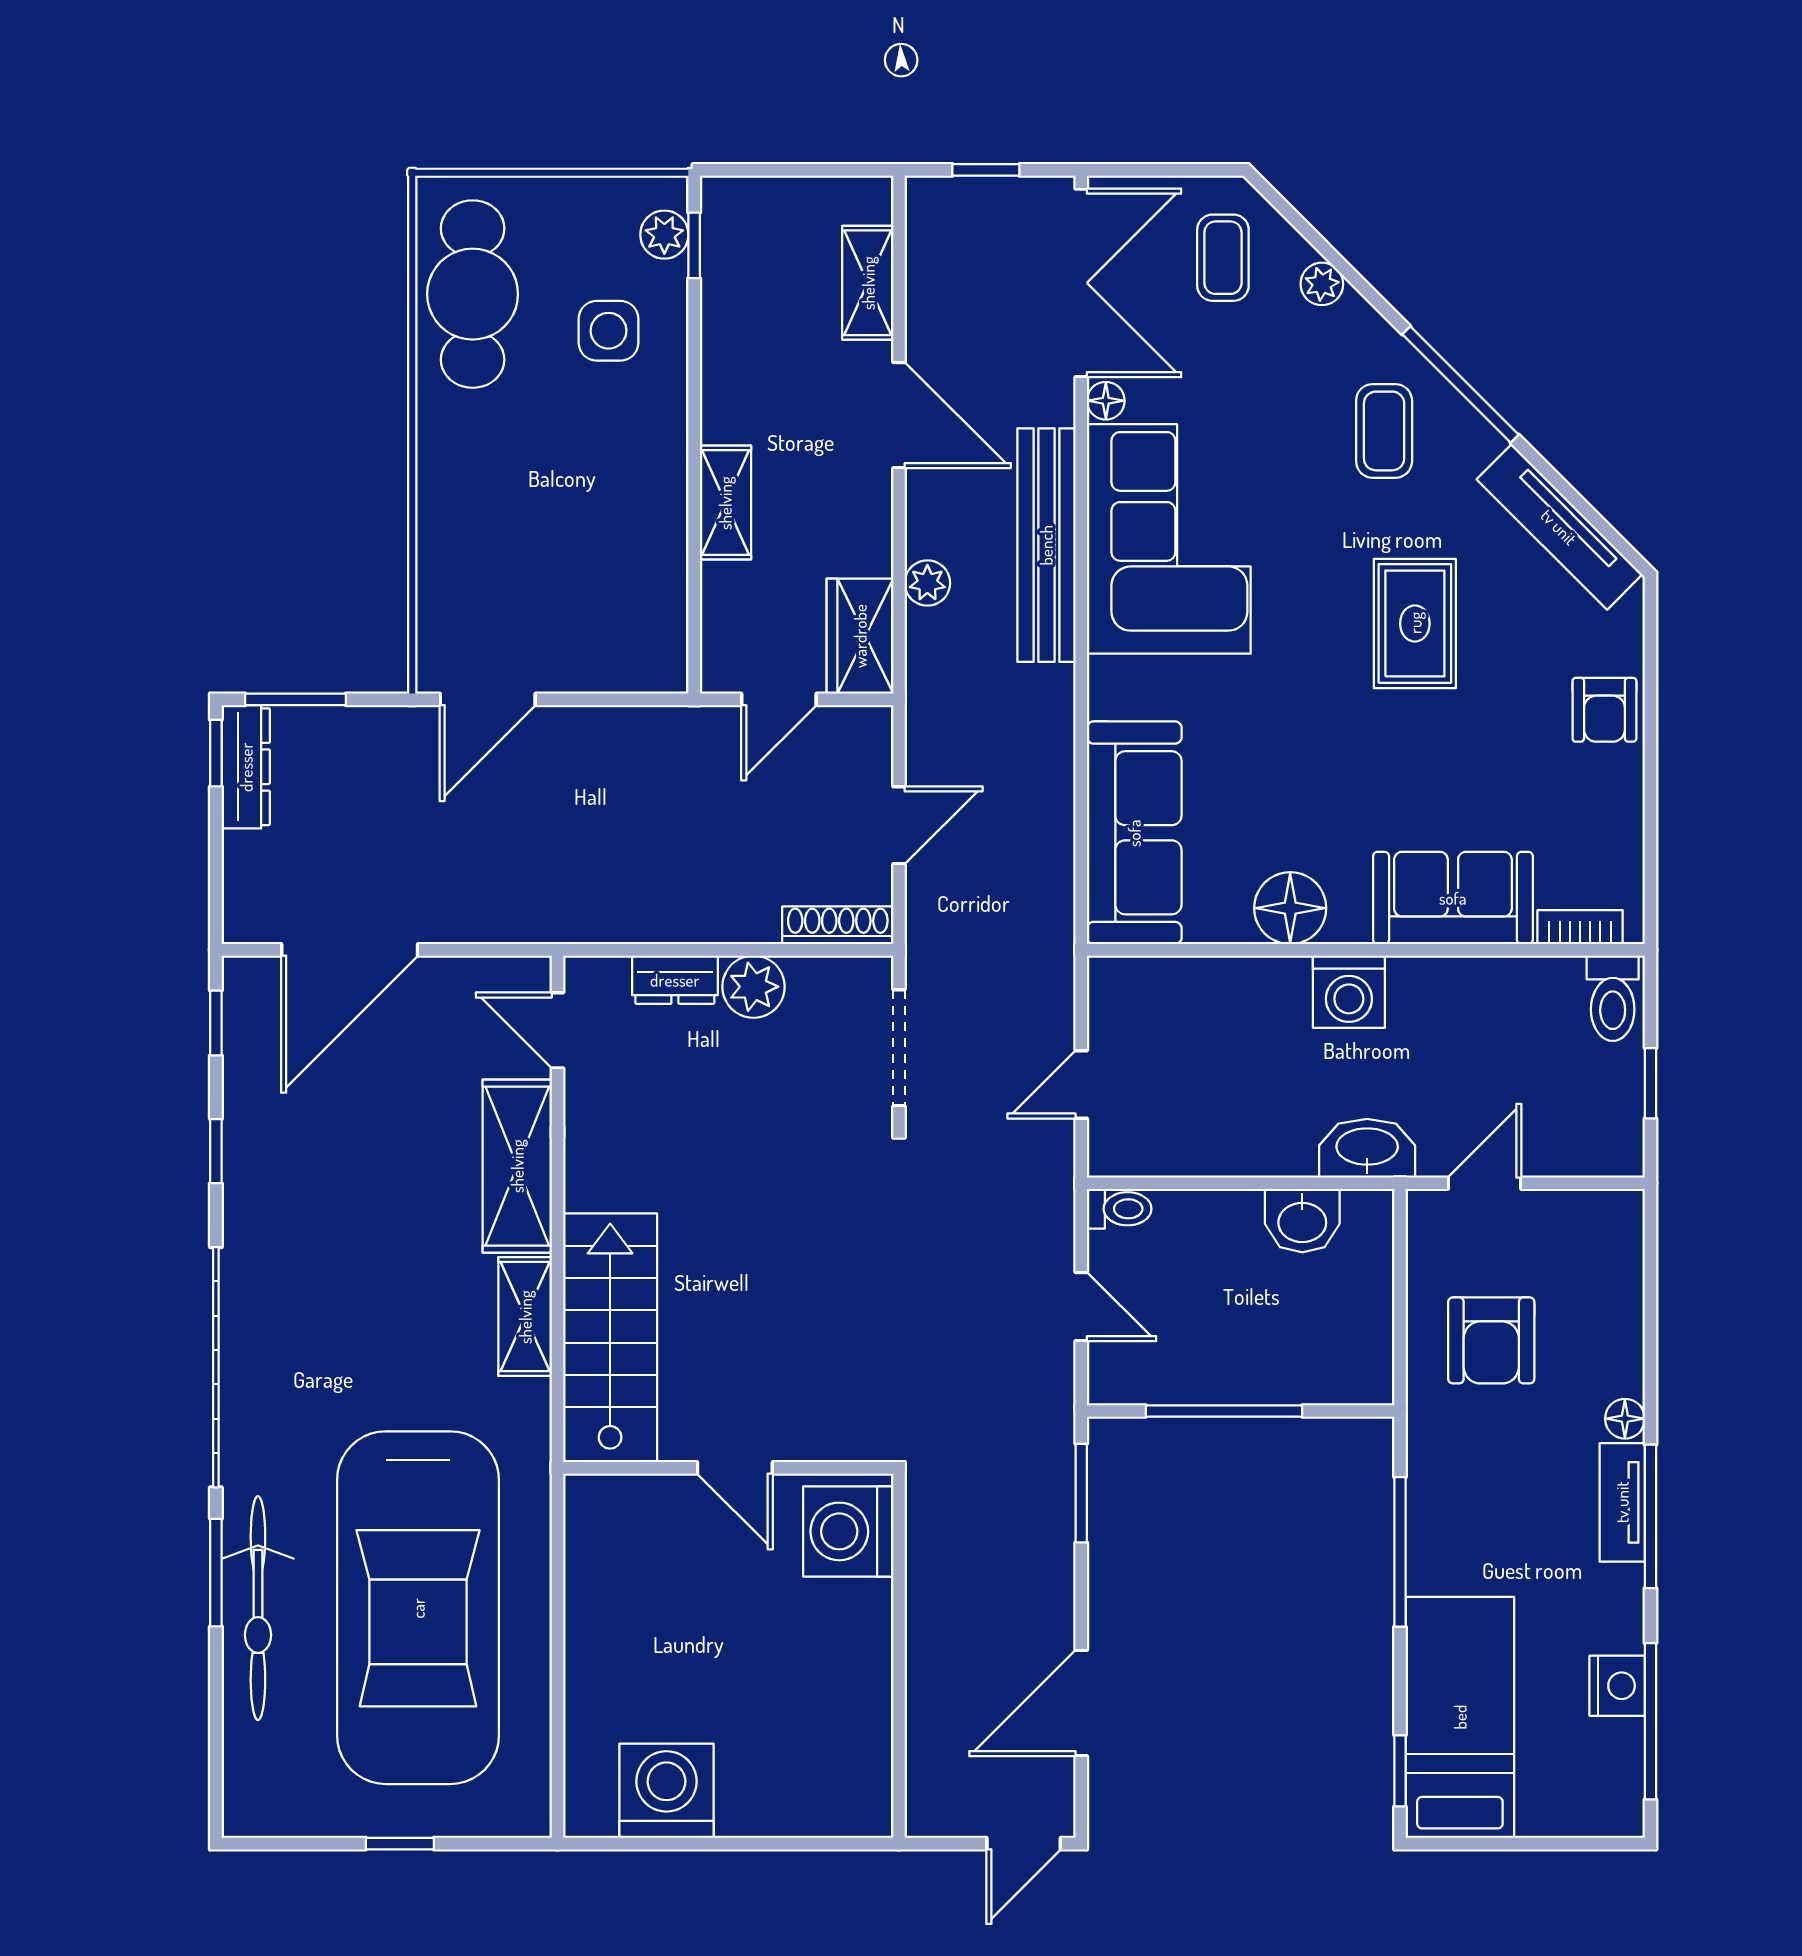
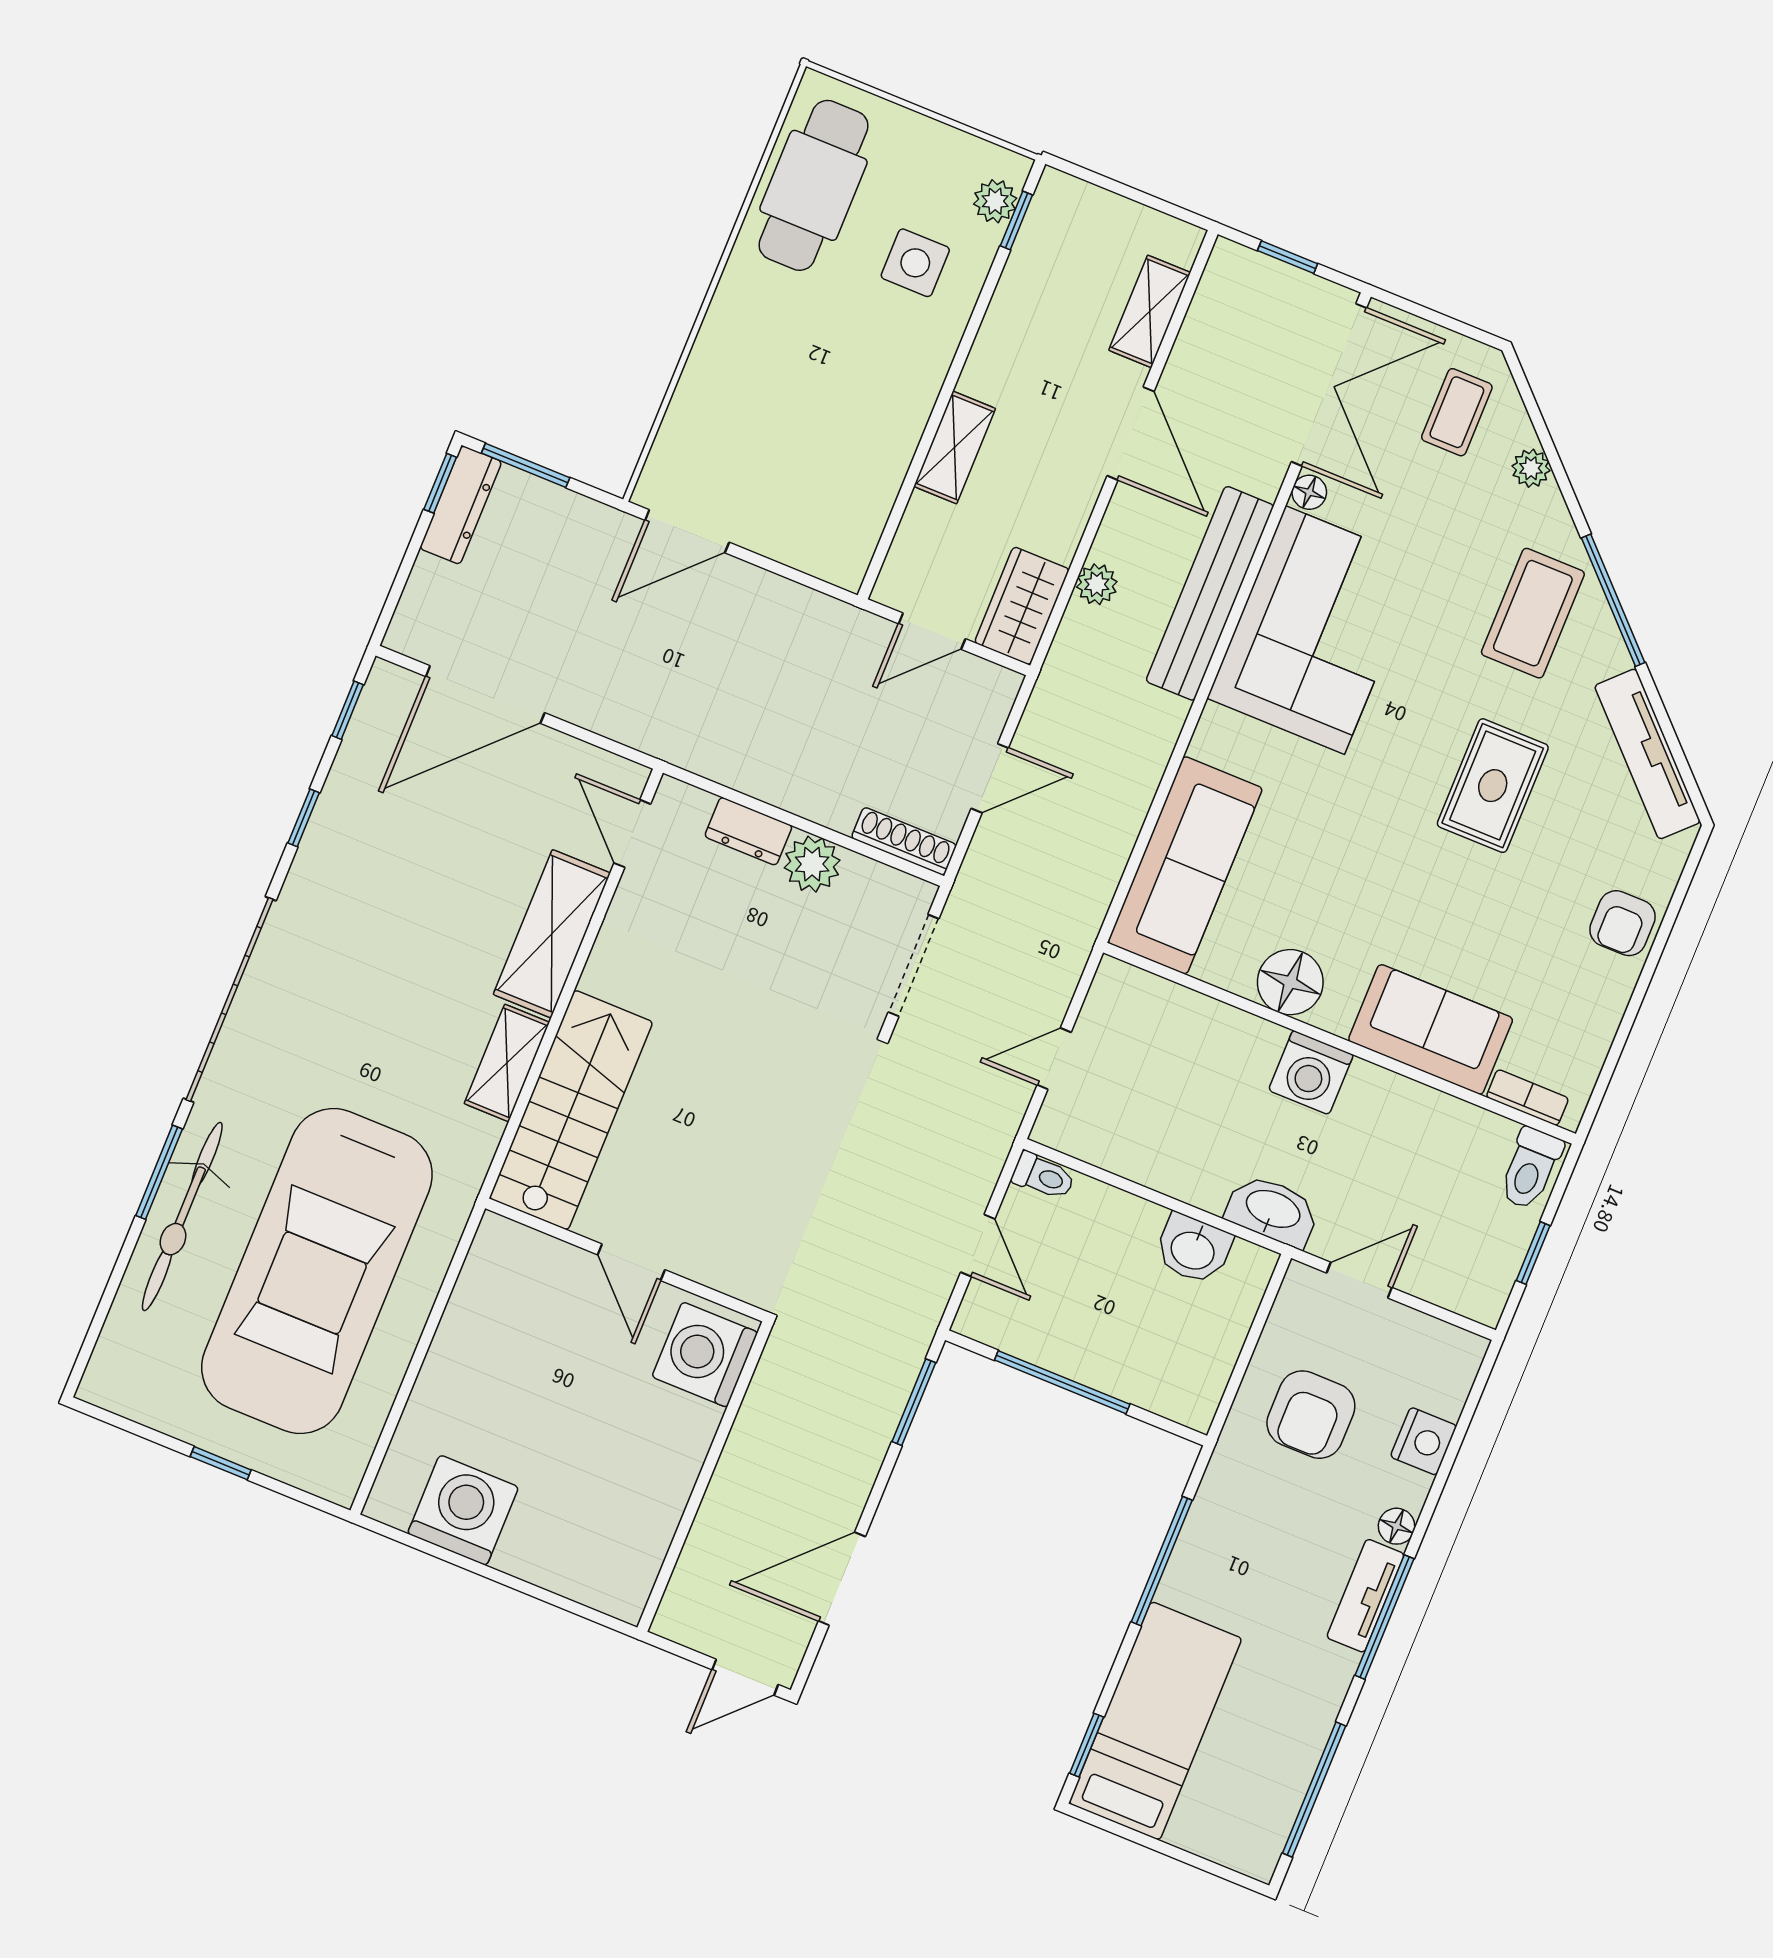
coffee table: (1384, 431) -> (1533, 613), width x1.36, depth x1.30
nightstand: (1617, 1686) -> (1424, 1441), moved

